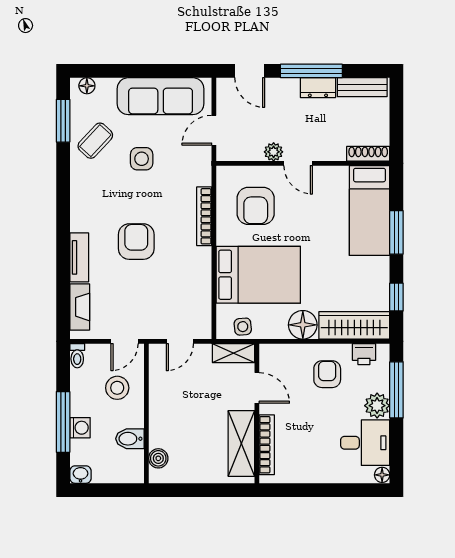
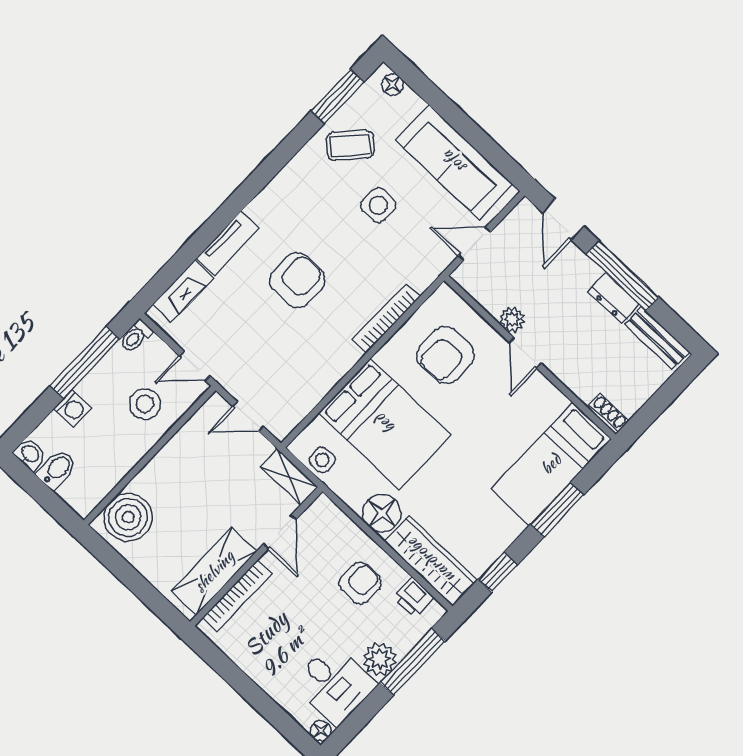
shoe rack: (368, 154) -> (608, 414), width x0.70
window: (63, 422) -> (85, 362), moved
bidet: (130, 439) -> (57, 469), moved, turned 90
boiler: (158, 458) -> (128, 517), width x1.86, depth x1.86

